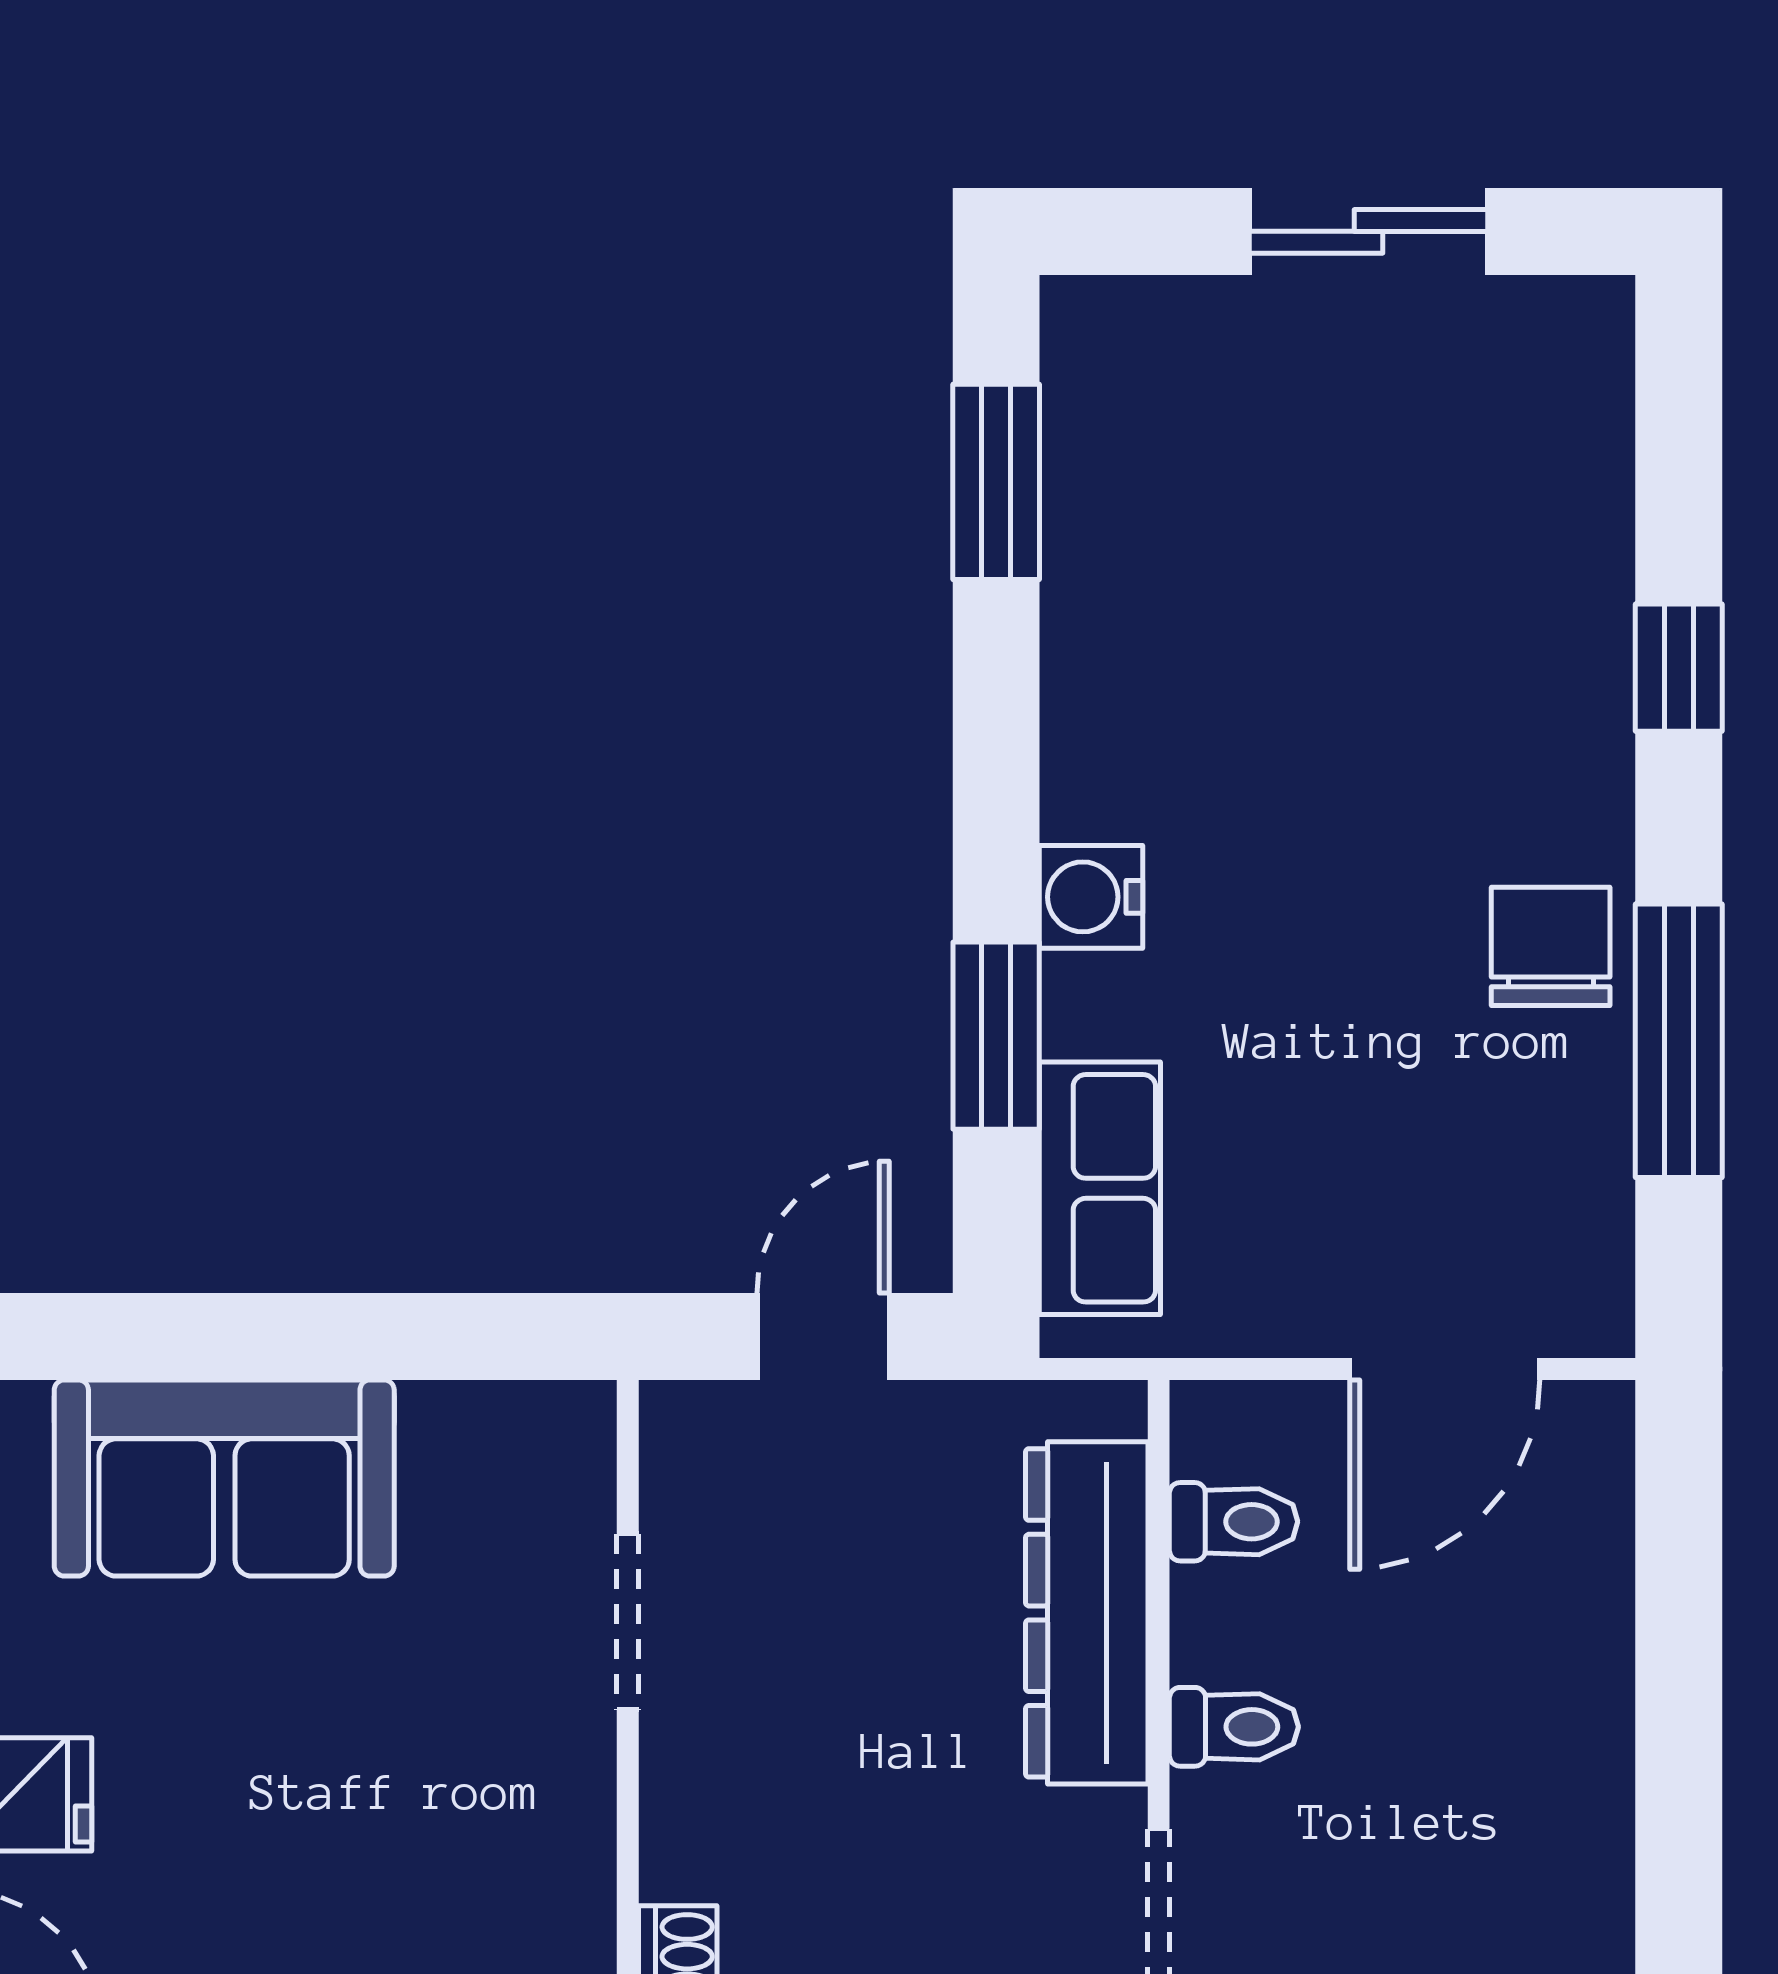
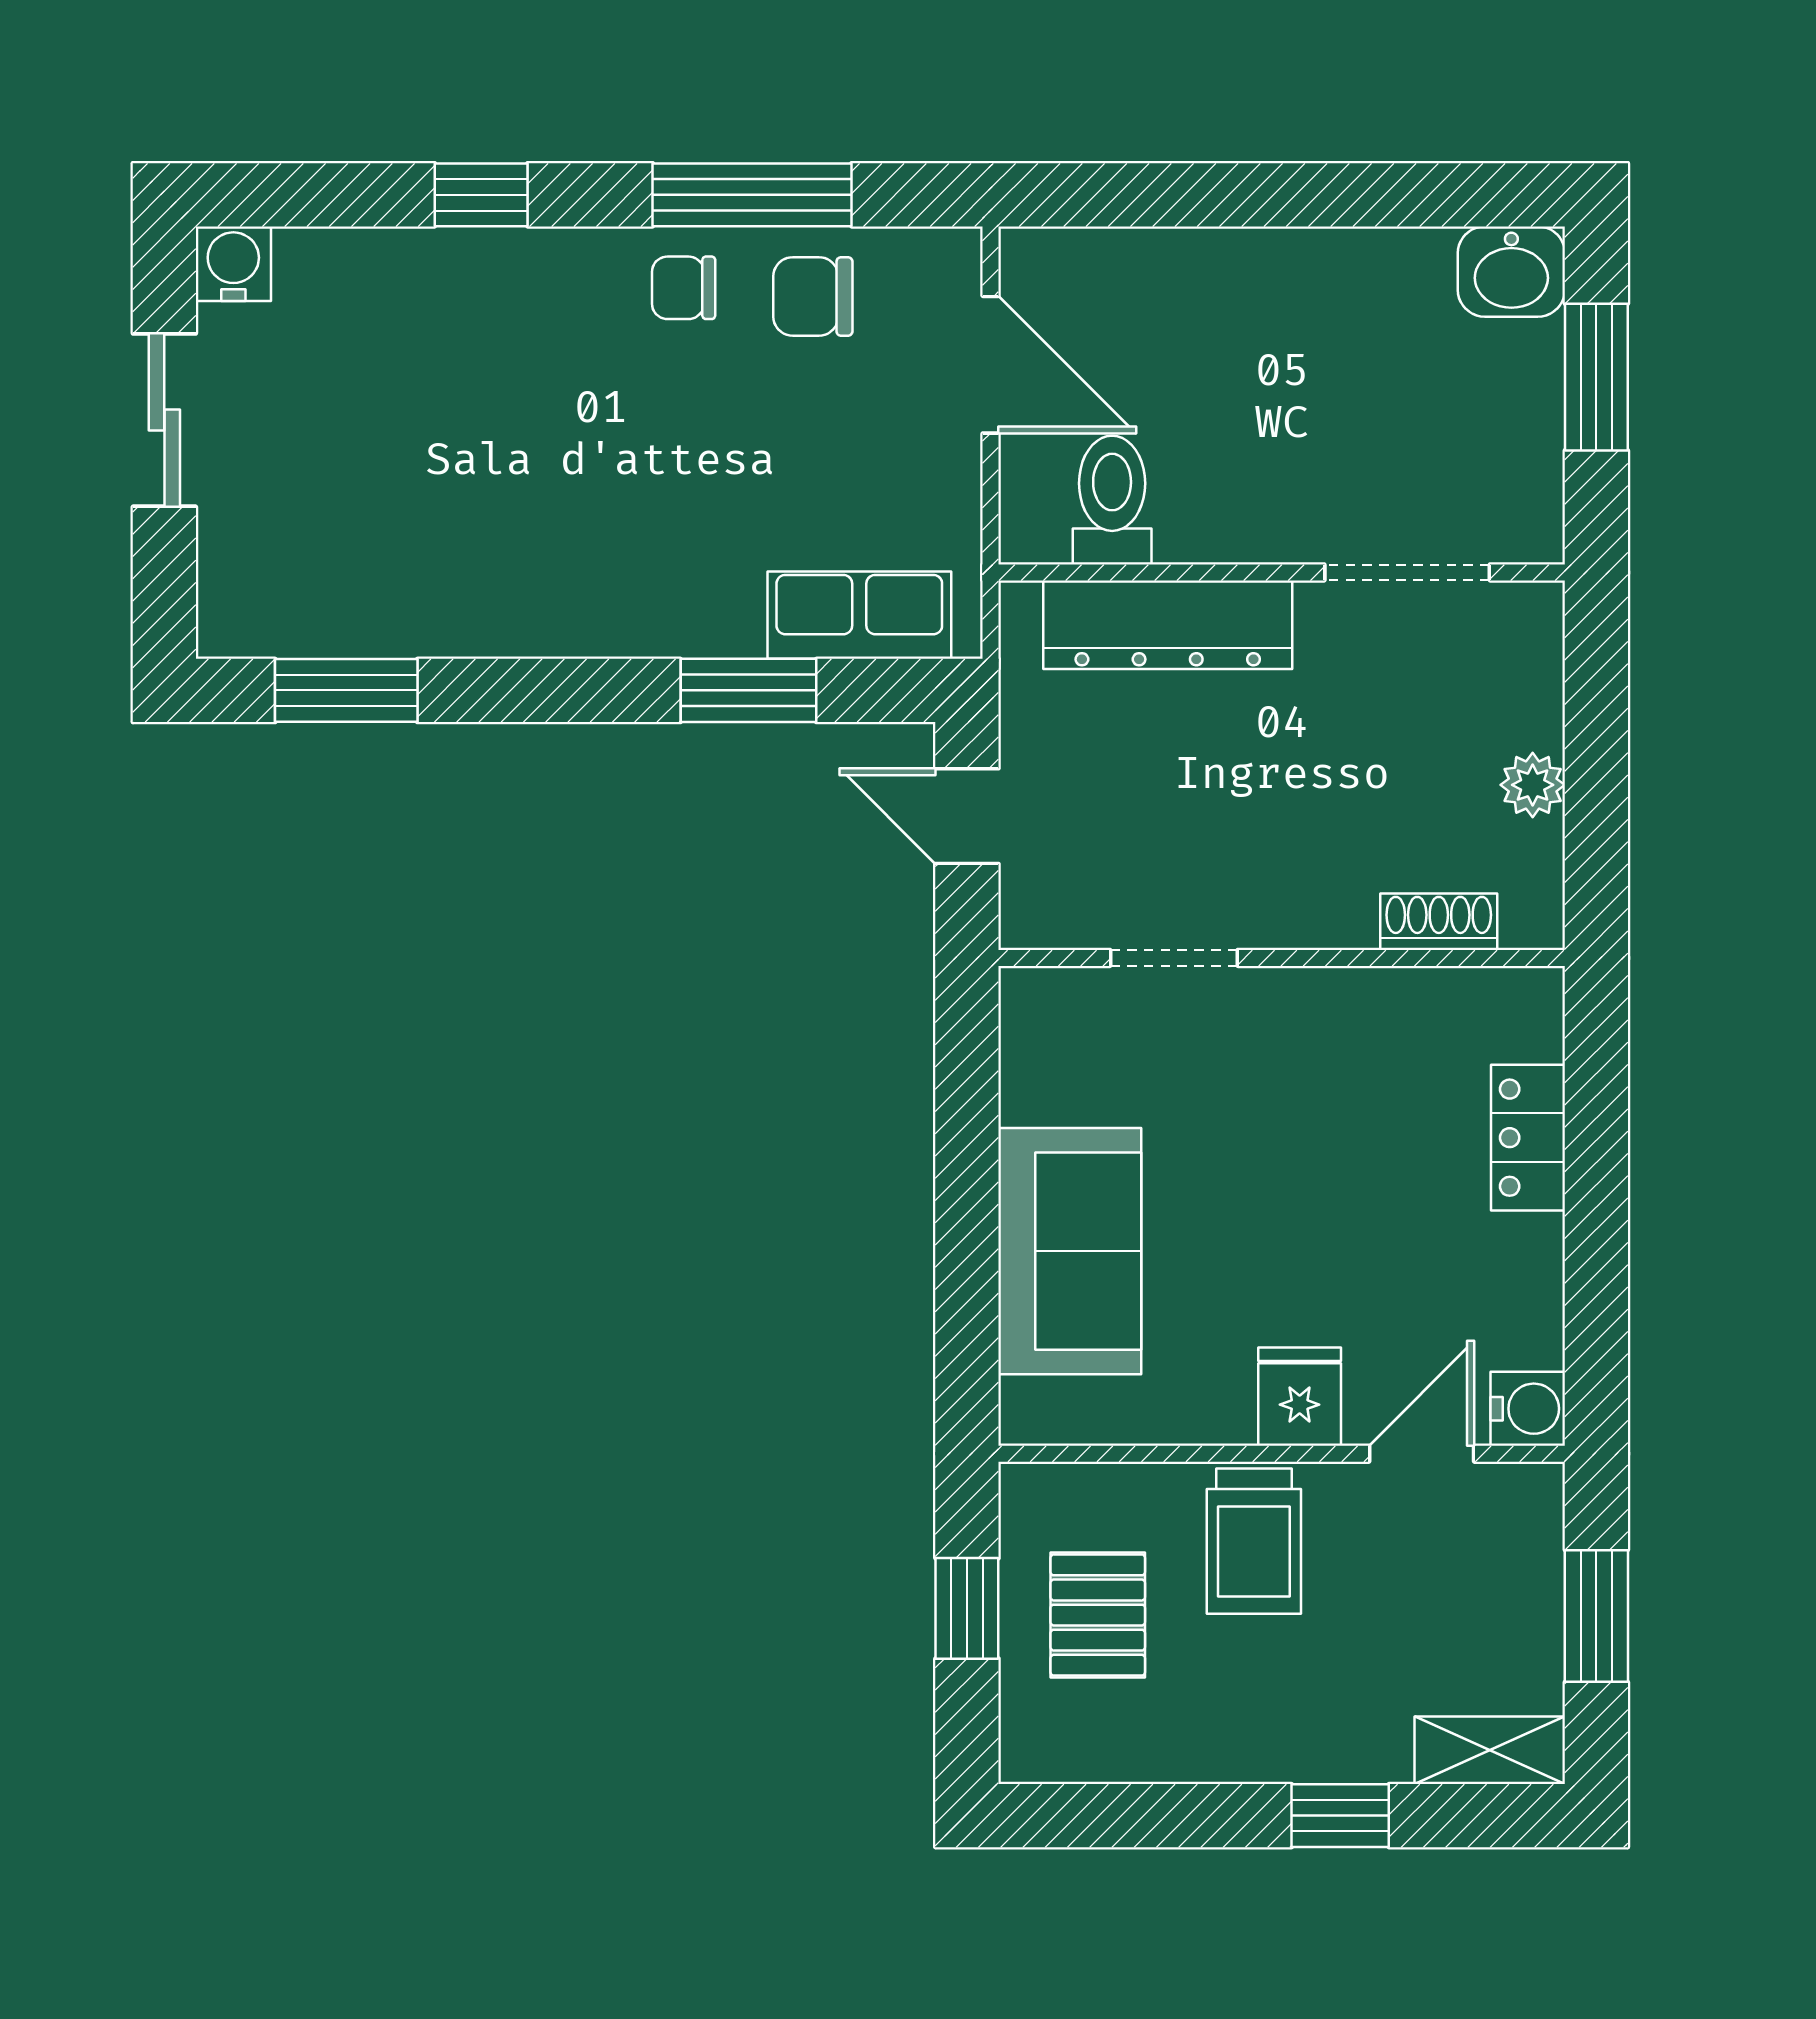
water cooler: (1091, 897) -> (233, 264), moved, turned 180
chair: (1551, 946) -> (684, 288), width x0.73, depth x0.73
chair: (1539, 1124) -> (813, 296), added
toilet: (1234, 1522) -> (1112, 500), width x1.37, depth x1.39
toilet: (1234, 1727) -> (1250, 518), removed

